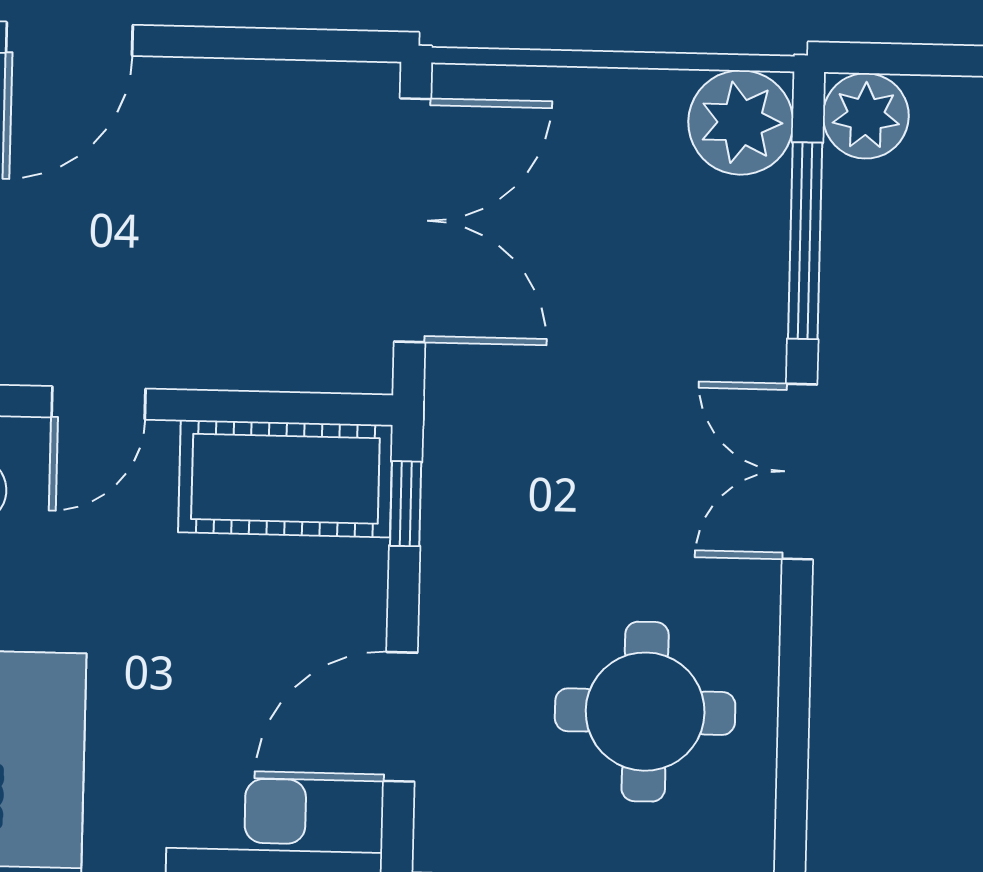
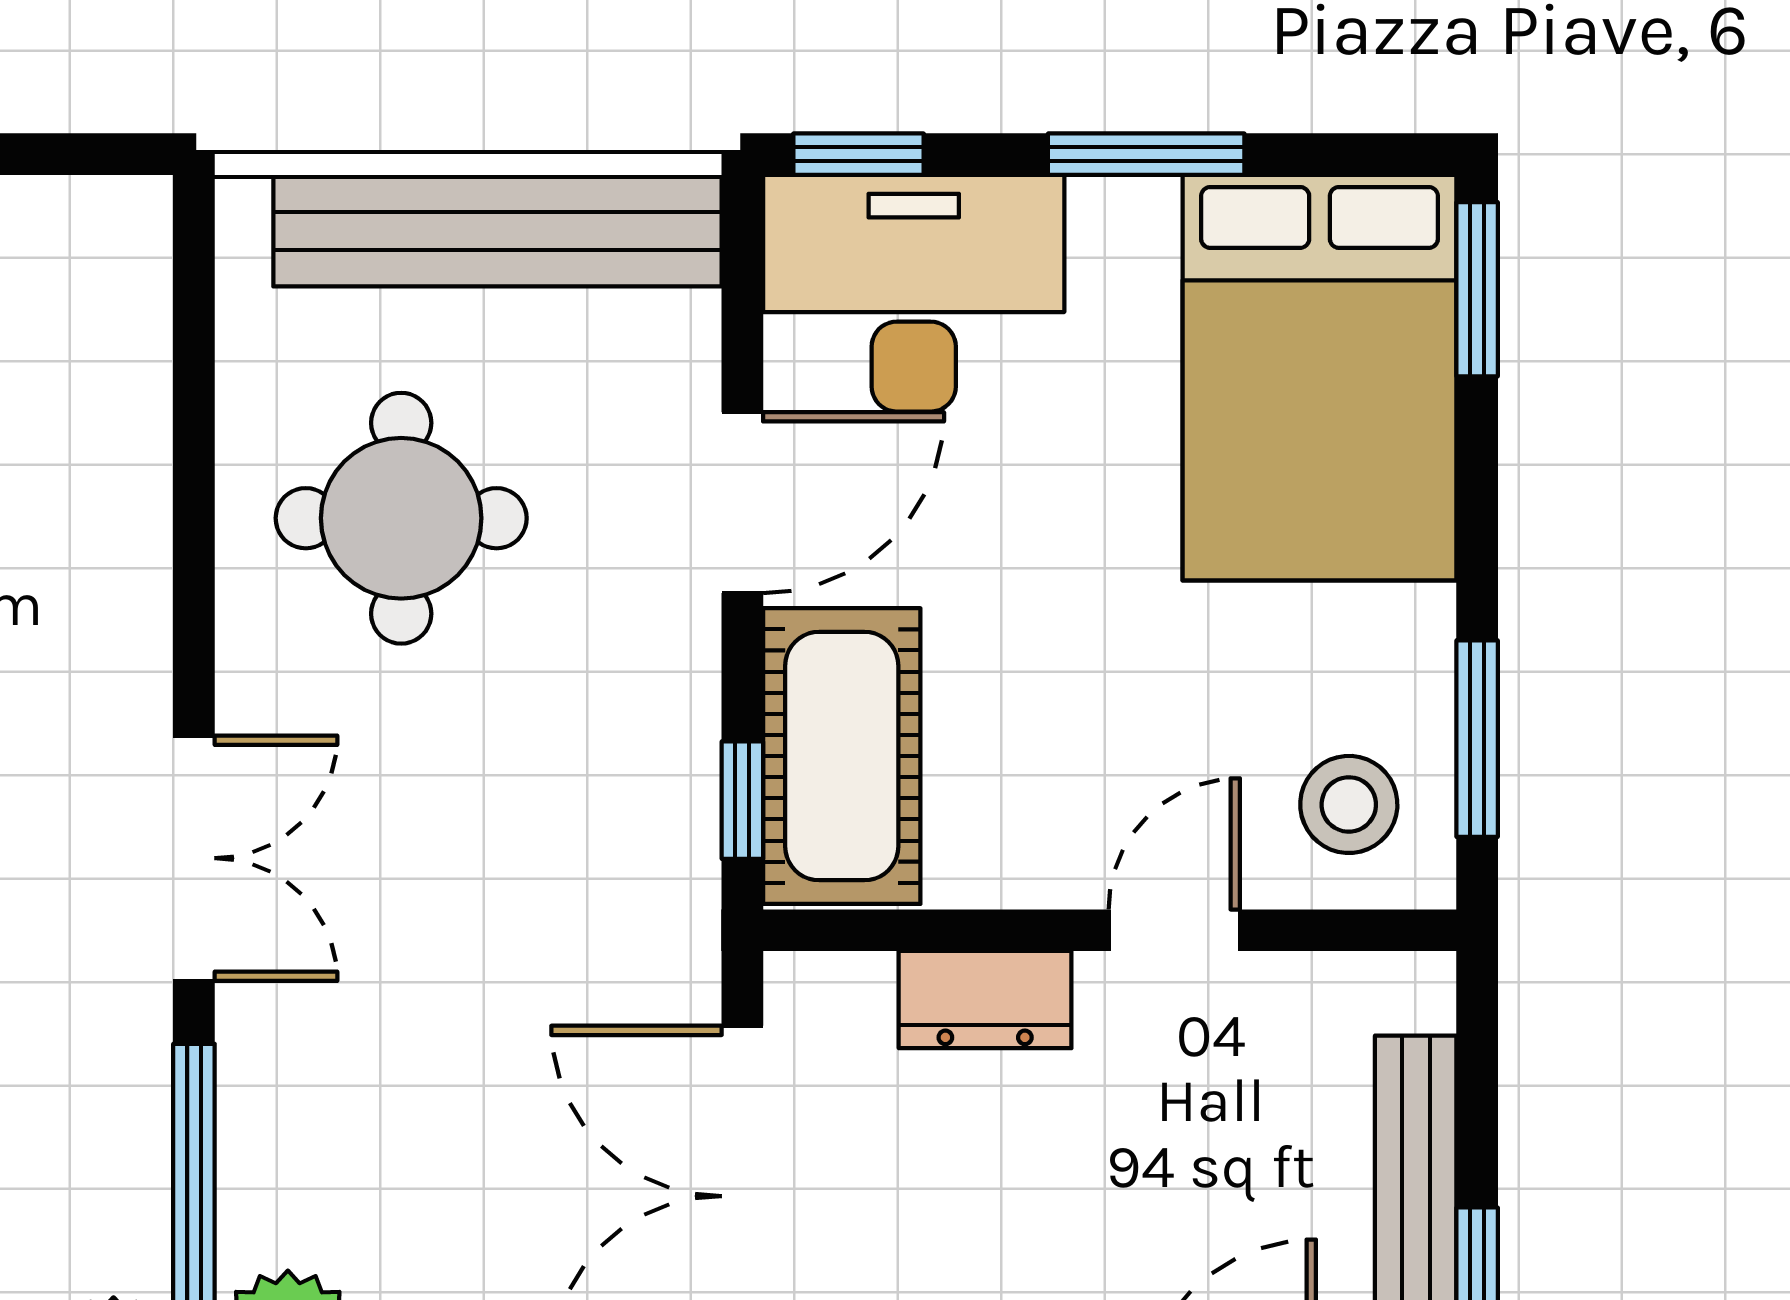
dresser: (235, 357) -> (985, 1000), added
cot: (285, 479) -> (842, 756), moved, turned 90

